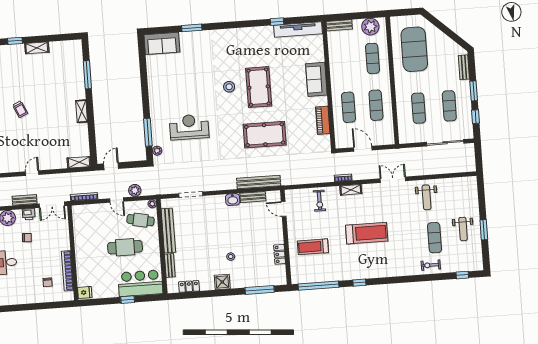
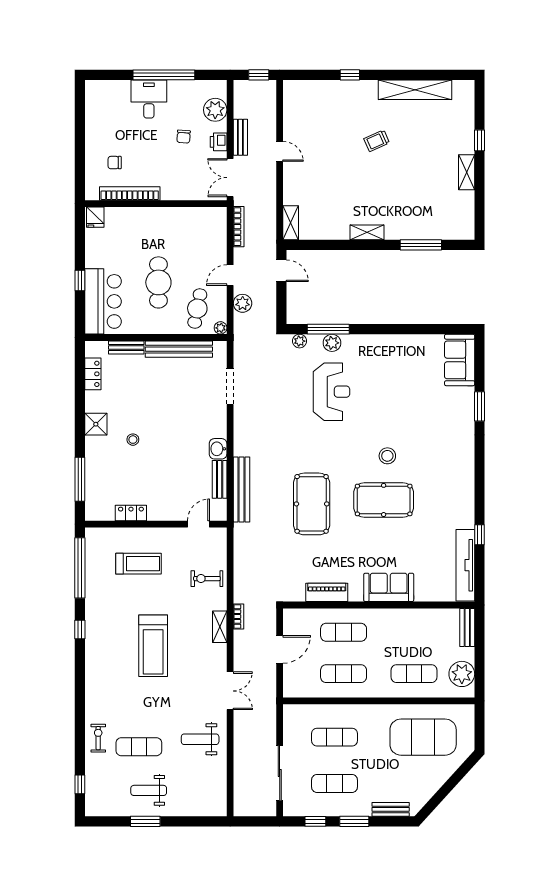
plant: (157, 129) -> (332, 343), added
treadmill: (313, 247) -> (138, 564), turned 90

